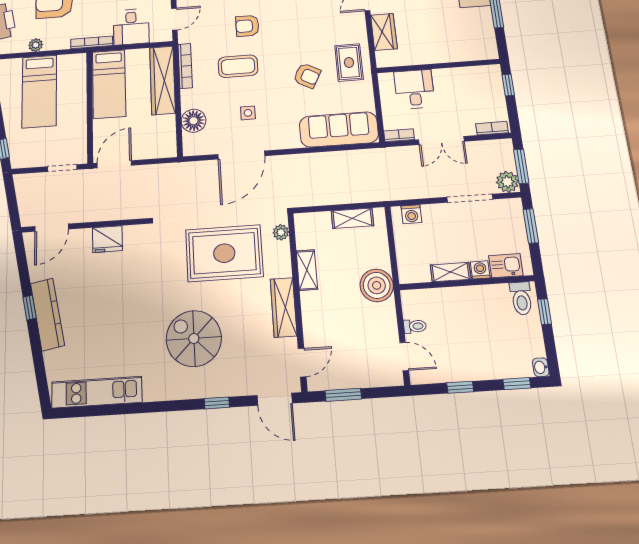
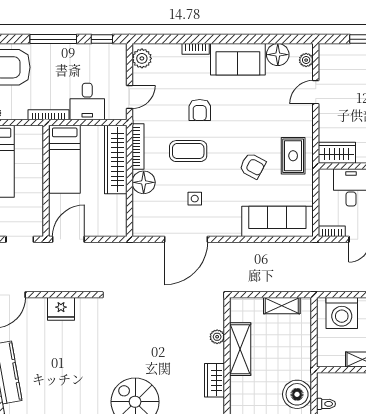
armchair: (247, 26) -> (200, 110), turned -90
wardrobe: (384, 32) -> (337, 153), moved, turned -90
floor lamp: (194, 121) -> (144, 182), moved
washing machine: (411, 214) -> (342, 313), width x1.89, depth x1.89
plant: (281, 232) -> (217, 337), moved
rug: (224, 253) -> (165, 329), removed
shelving: (307, 270) -> (240, 349), width x1.50, depth x1.33
boiler: (377, 285) -> (297, 394), moved
wardrobe: (284, 307) -> (215, 380), width x0.67

